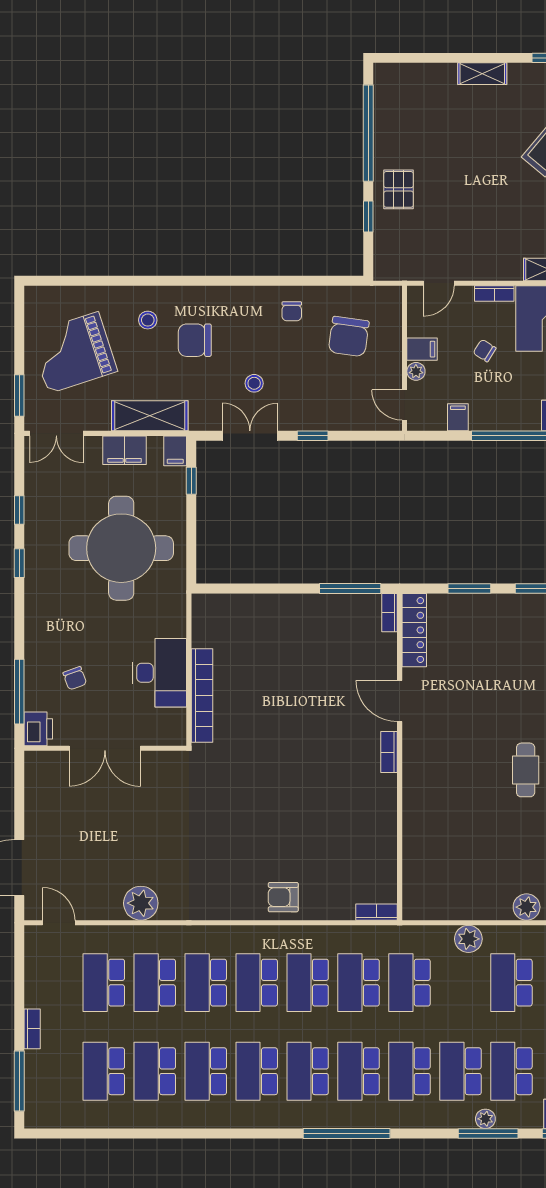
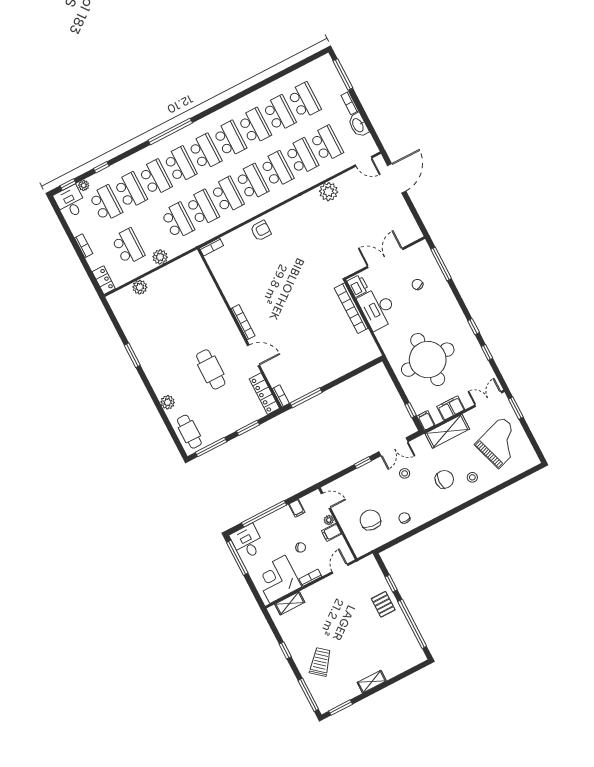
printer: (38, 729) -> (358, 286), moved, turned 180
bookcase: (389, 752) -> (243, 322), width x1.56
cafe table: (526, 770) -> (211, 369), moved, width x1.37, depth x1.35
washbasin: (37, 986) -> (358, 125), added
plant: (485, 1119) -> (84, 185), moved
window: (488, 1133) -> (101, 167), width x0.46

